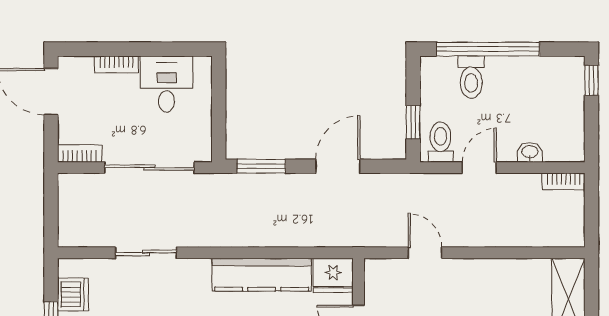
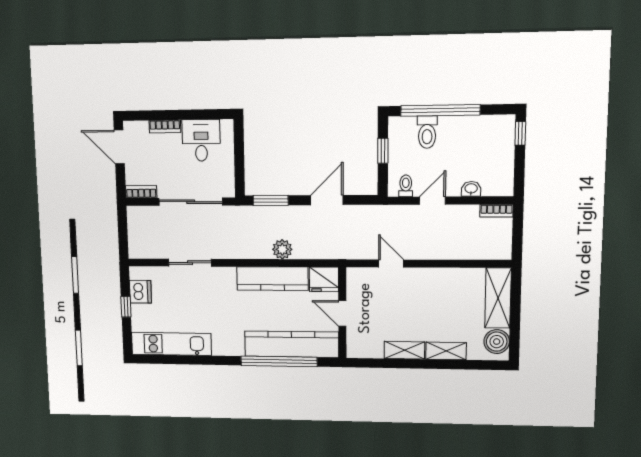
window: (413, 122) -> (383, 151), moved
toilet: (440, 142) -> (406, 186), width x0.73, depth x0.72
plant: (276, 234) -> (282, 249), added

